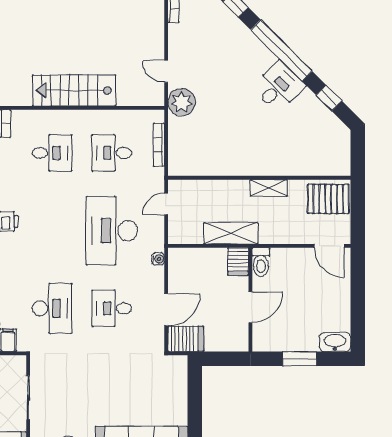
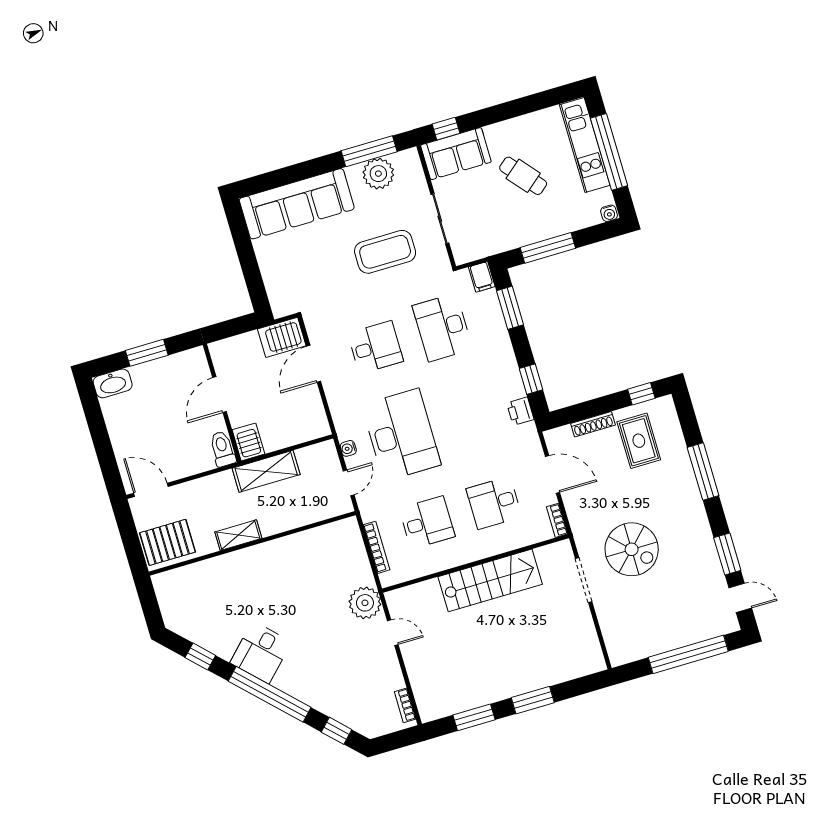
water cooler: (158, 259) -> (348, 448), moved
coffee table: (81, 384) -> (385, 252), added

